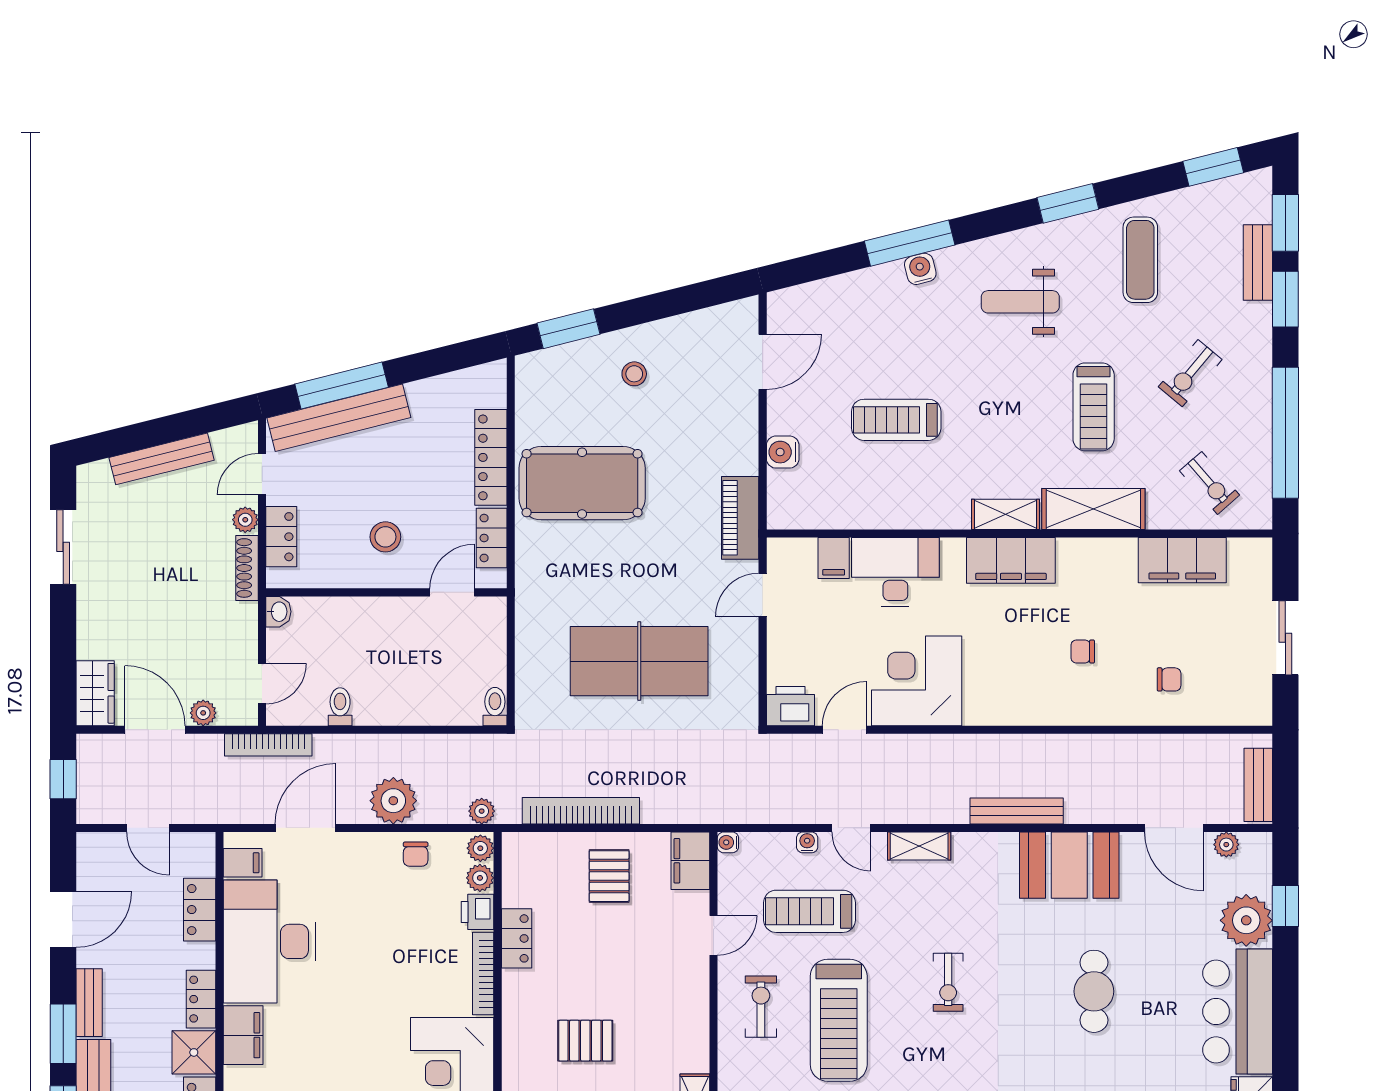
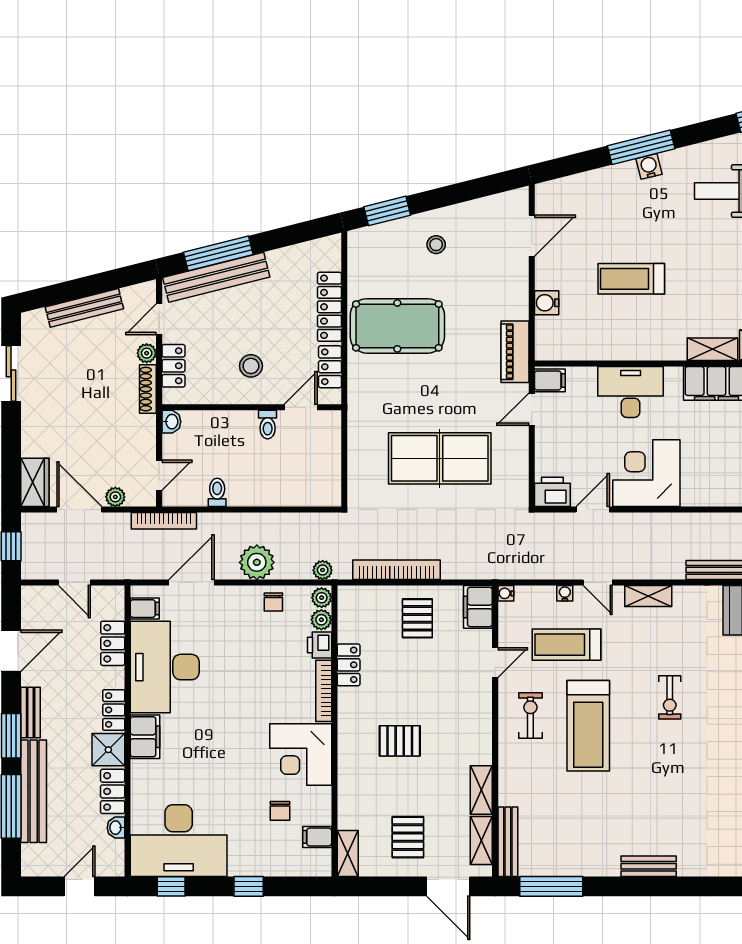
filing cabinet: (834, 558) -> (550, 380), moved, turned -90
toilet: (495, 707) -> (268, 425), moved, turned 180

